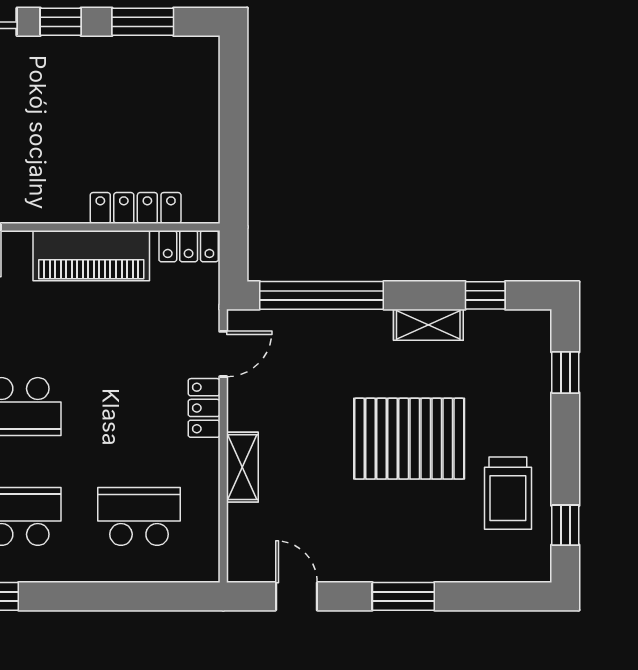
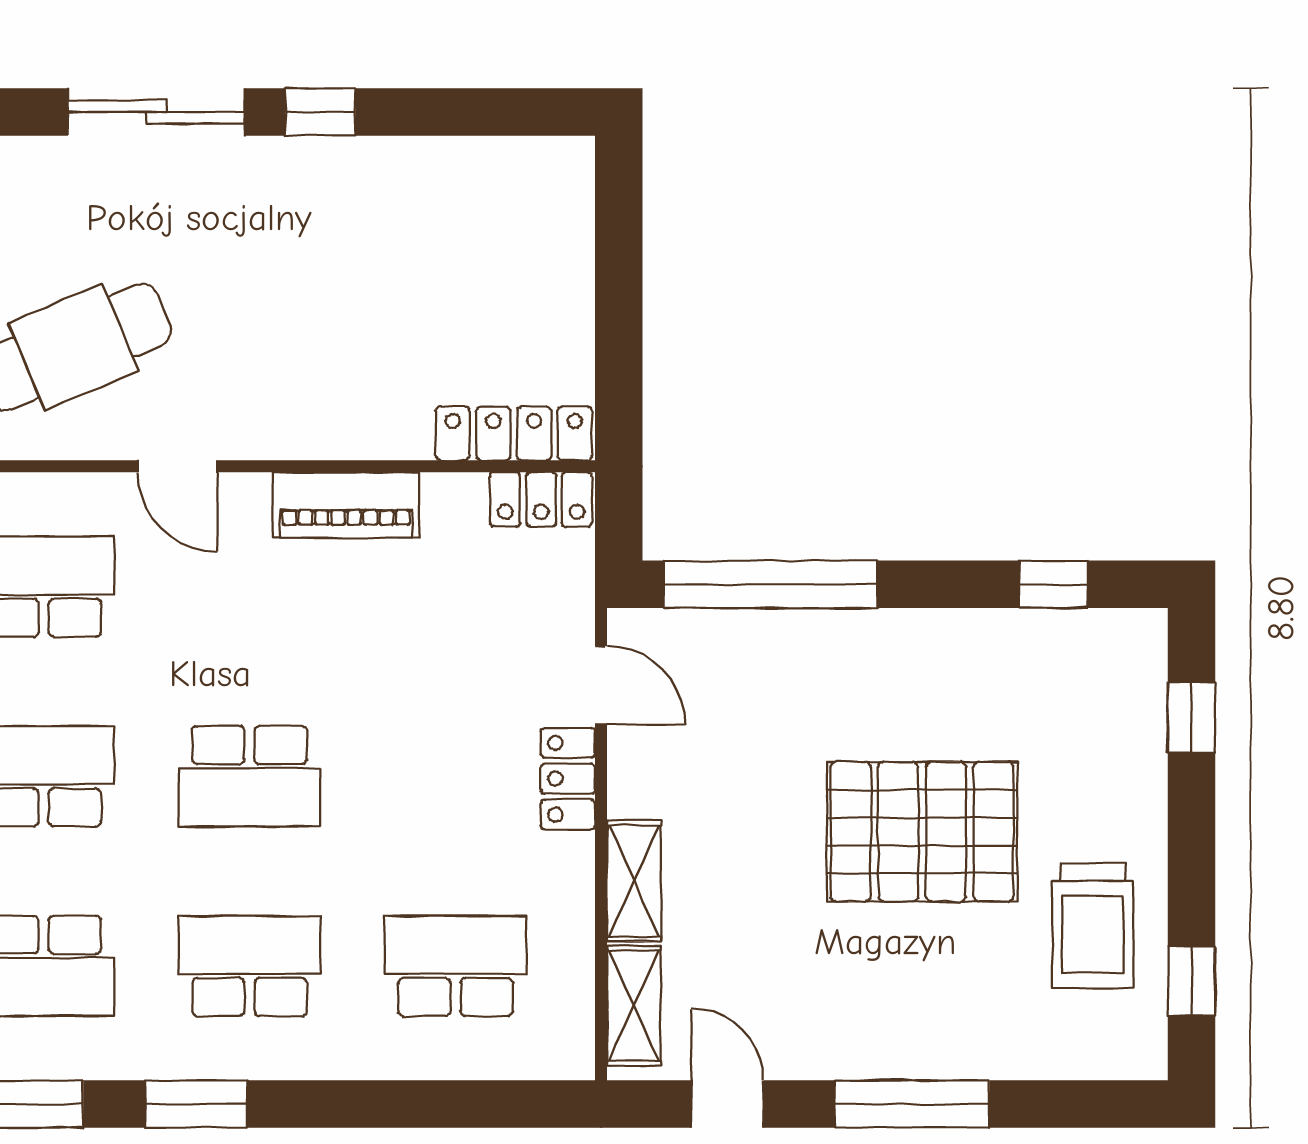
window: (143, 22) -> (462, 112), removed
locker: (136, 208) -> (514, 433), moved
piano: (91, 256) -> (346, 505), width x0.73, depth x0.75
shelving: (428, 325) -> (634, 1006), moved, turned 90
door: (223, 354) -> (601, 685), hinge flipped
window: (403, 596) -> (912, 1104), width x1.44

